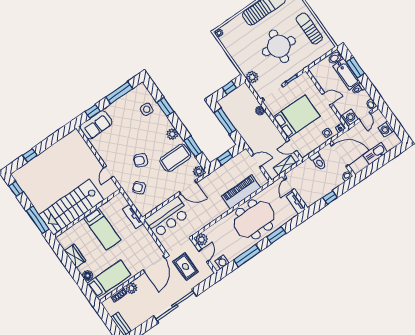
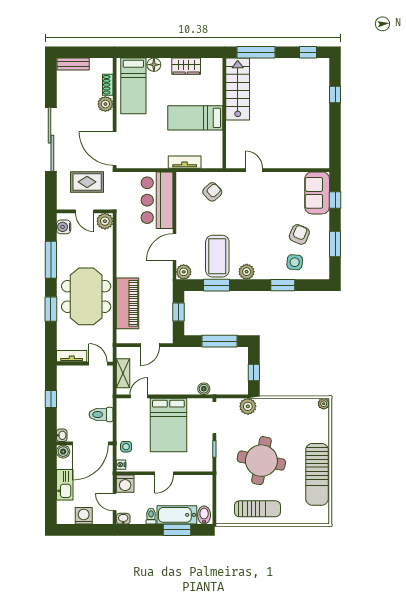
window: (119, 93) -> (335, 244), width x0.69
armchair: (141, 160) -> (299, 234), moved
boiler: (356, 168) -> (63, 452), added
stairs: (71, 207) -> (238, 89), width x0.73, depth x0.66

